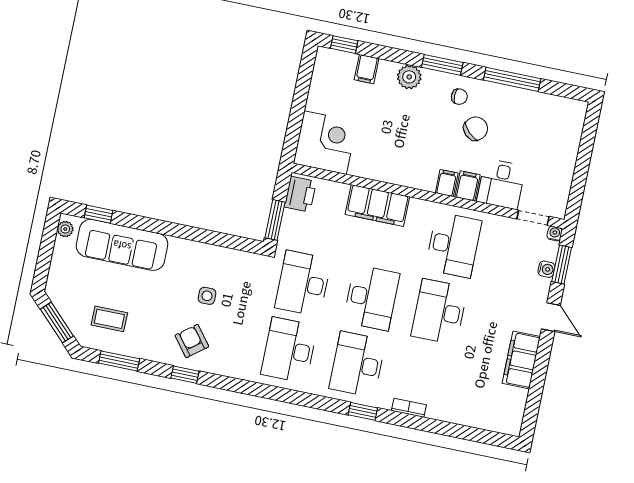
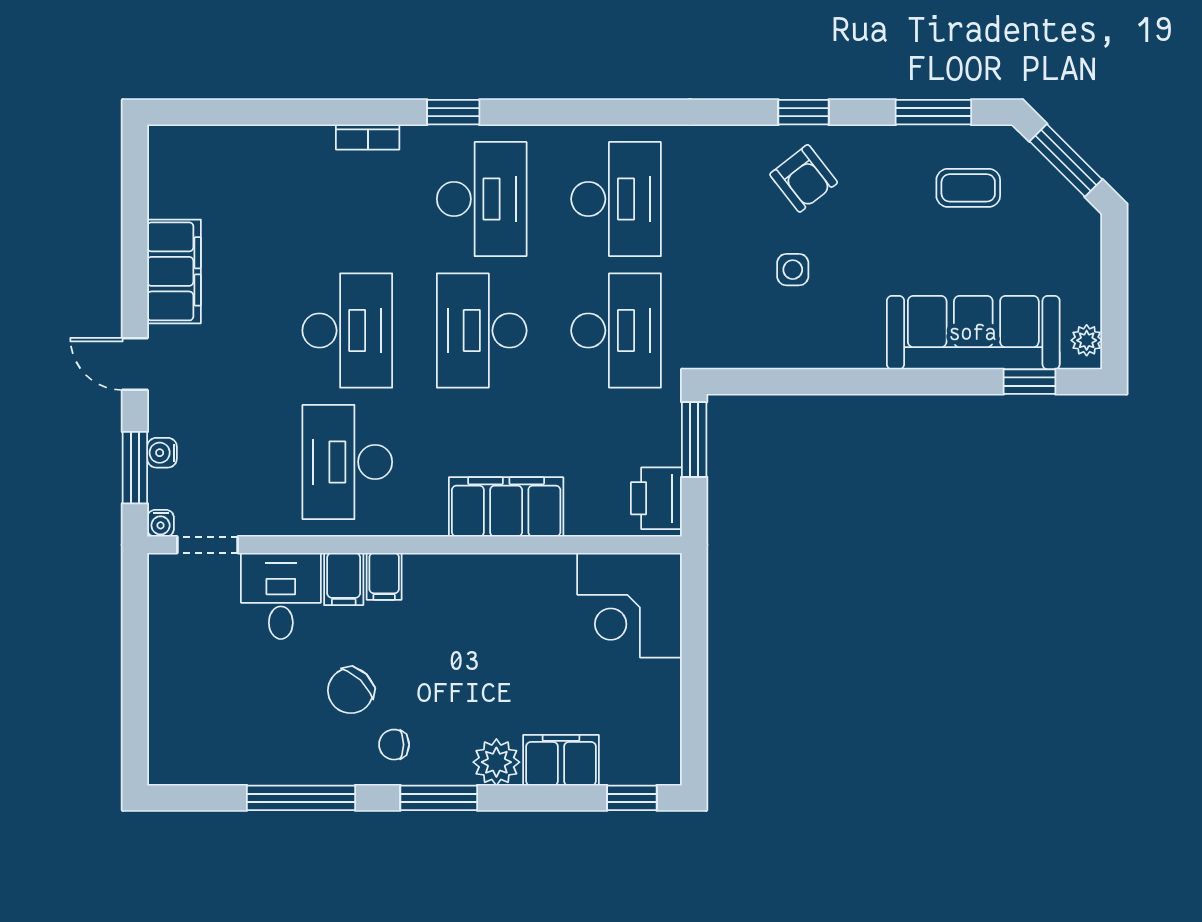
filing cabinet: (367, 69) -> (561, 760), width x2.00

